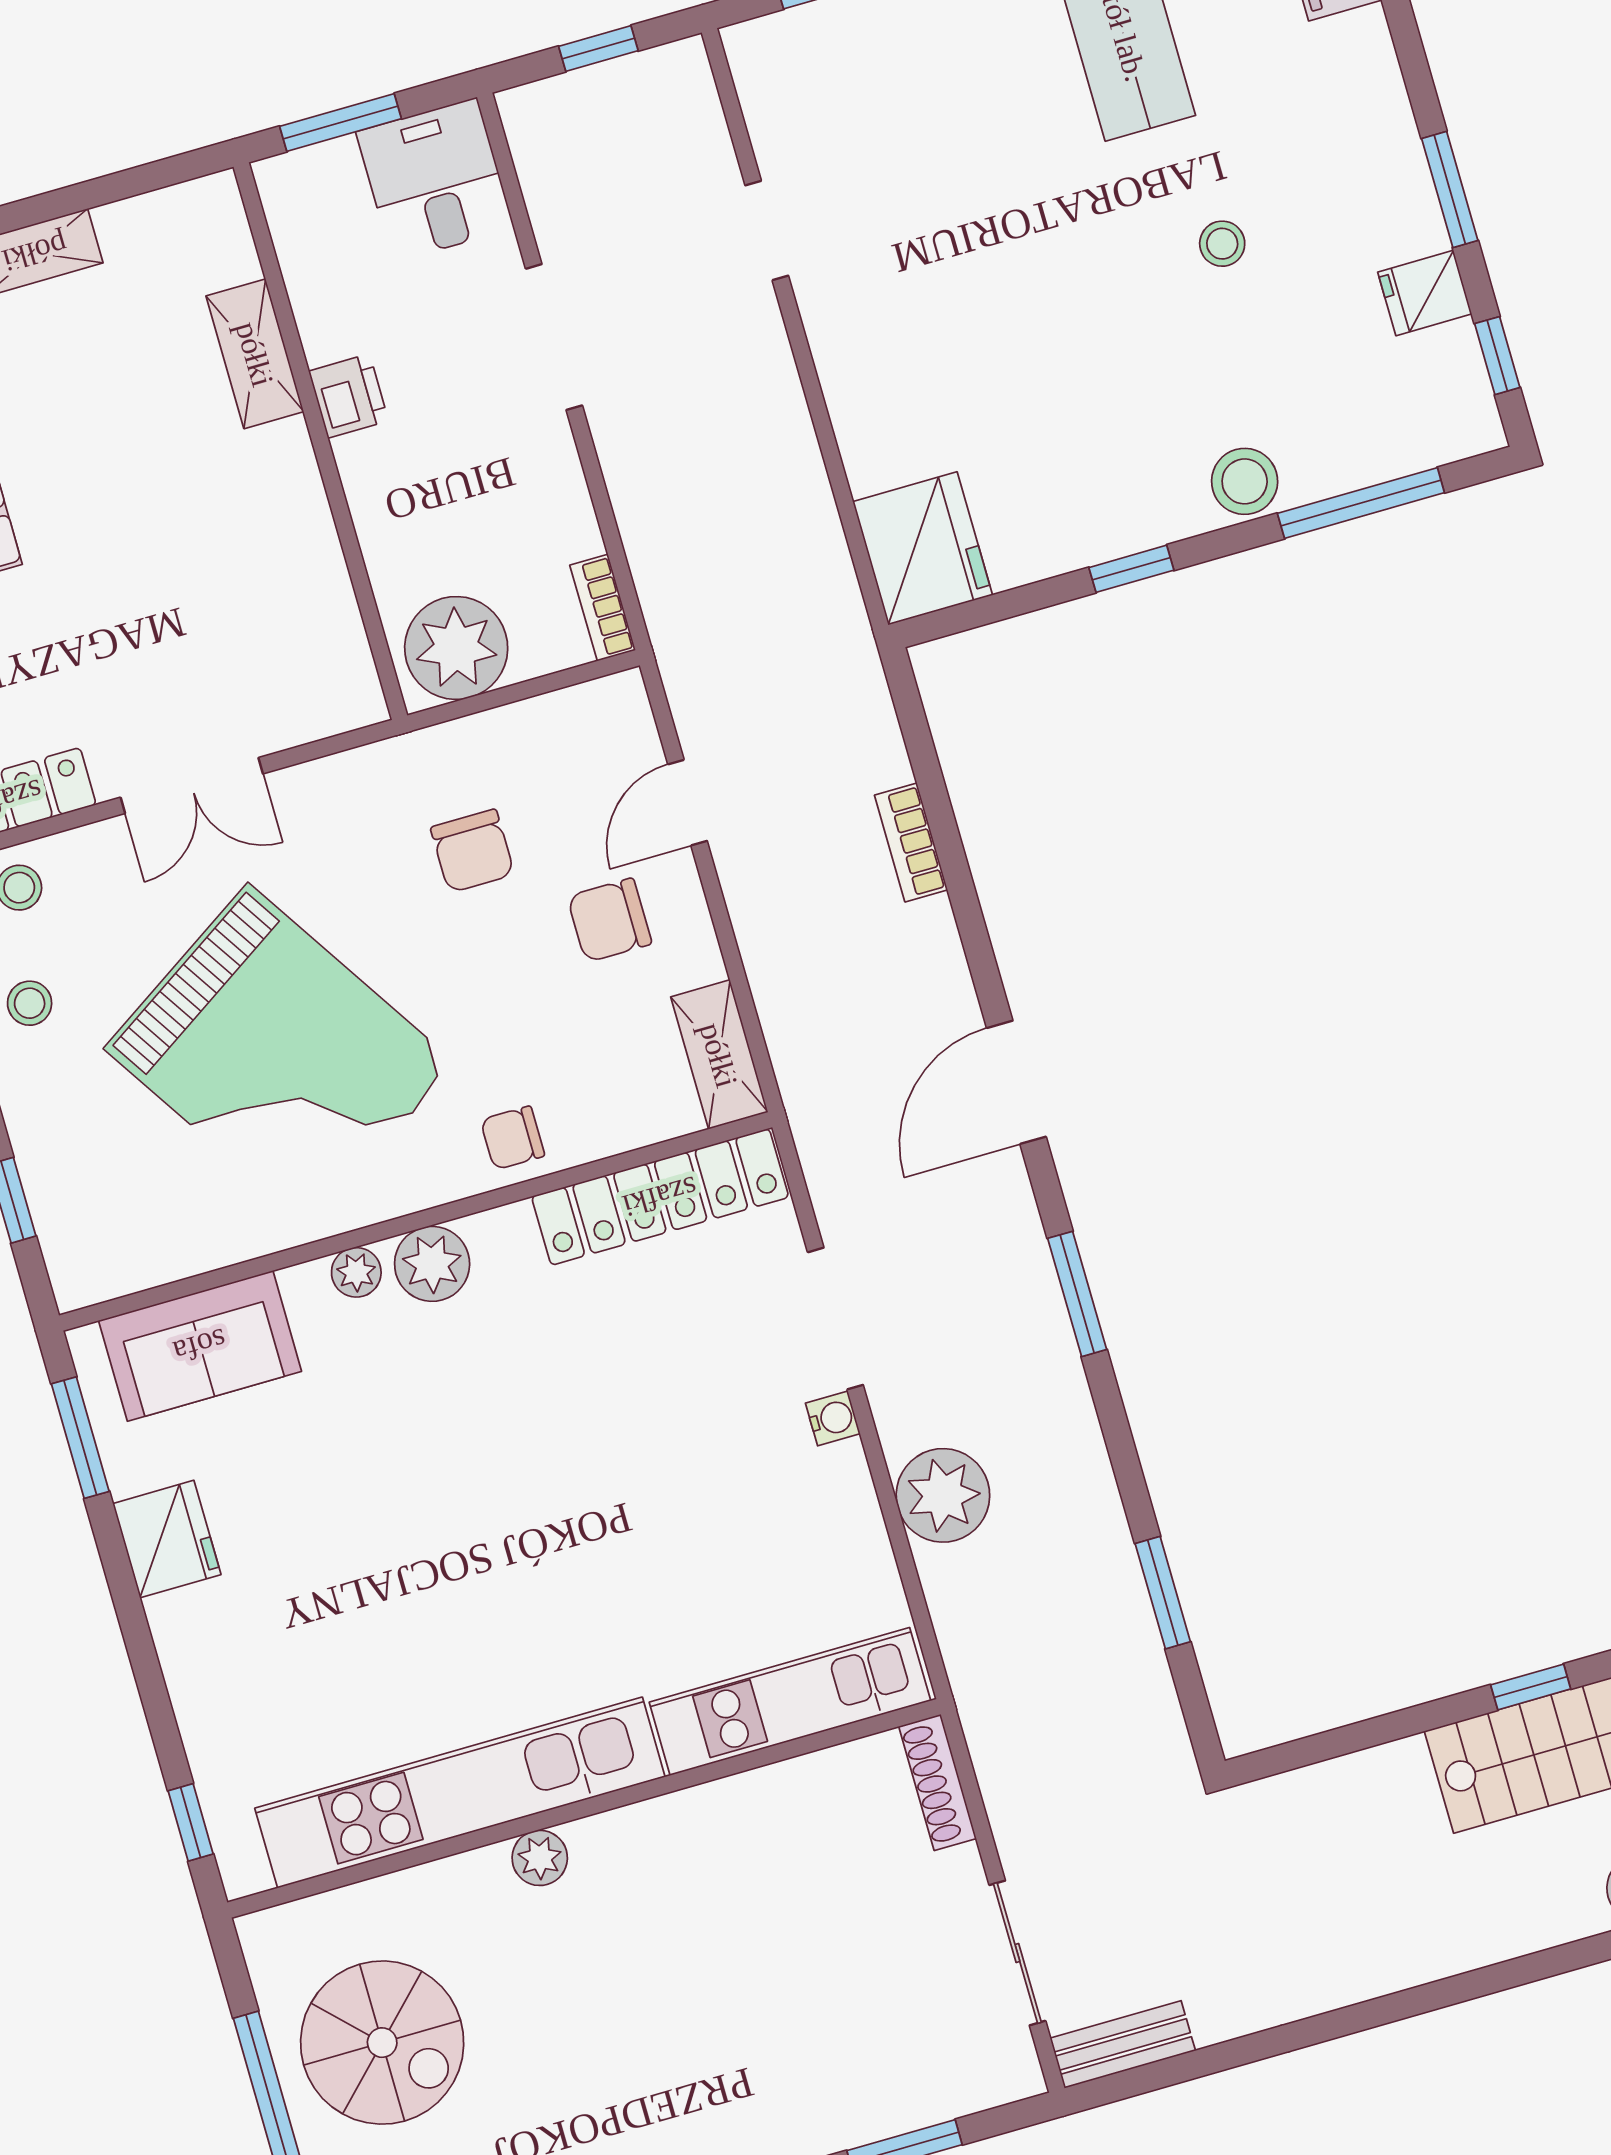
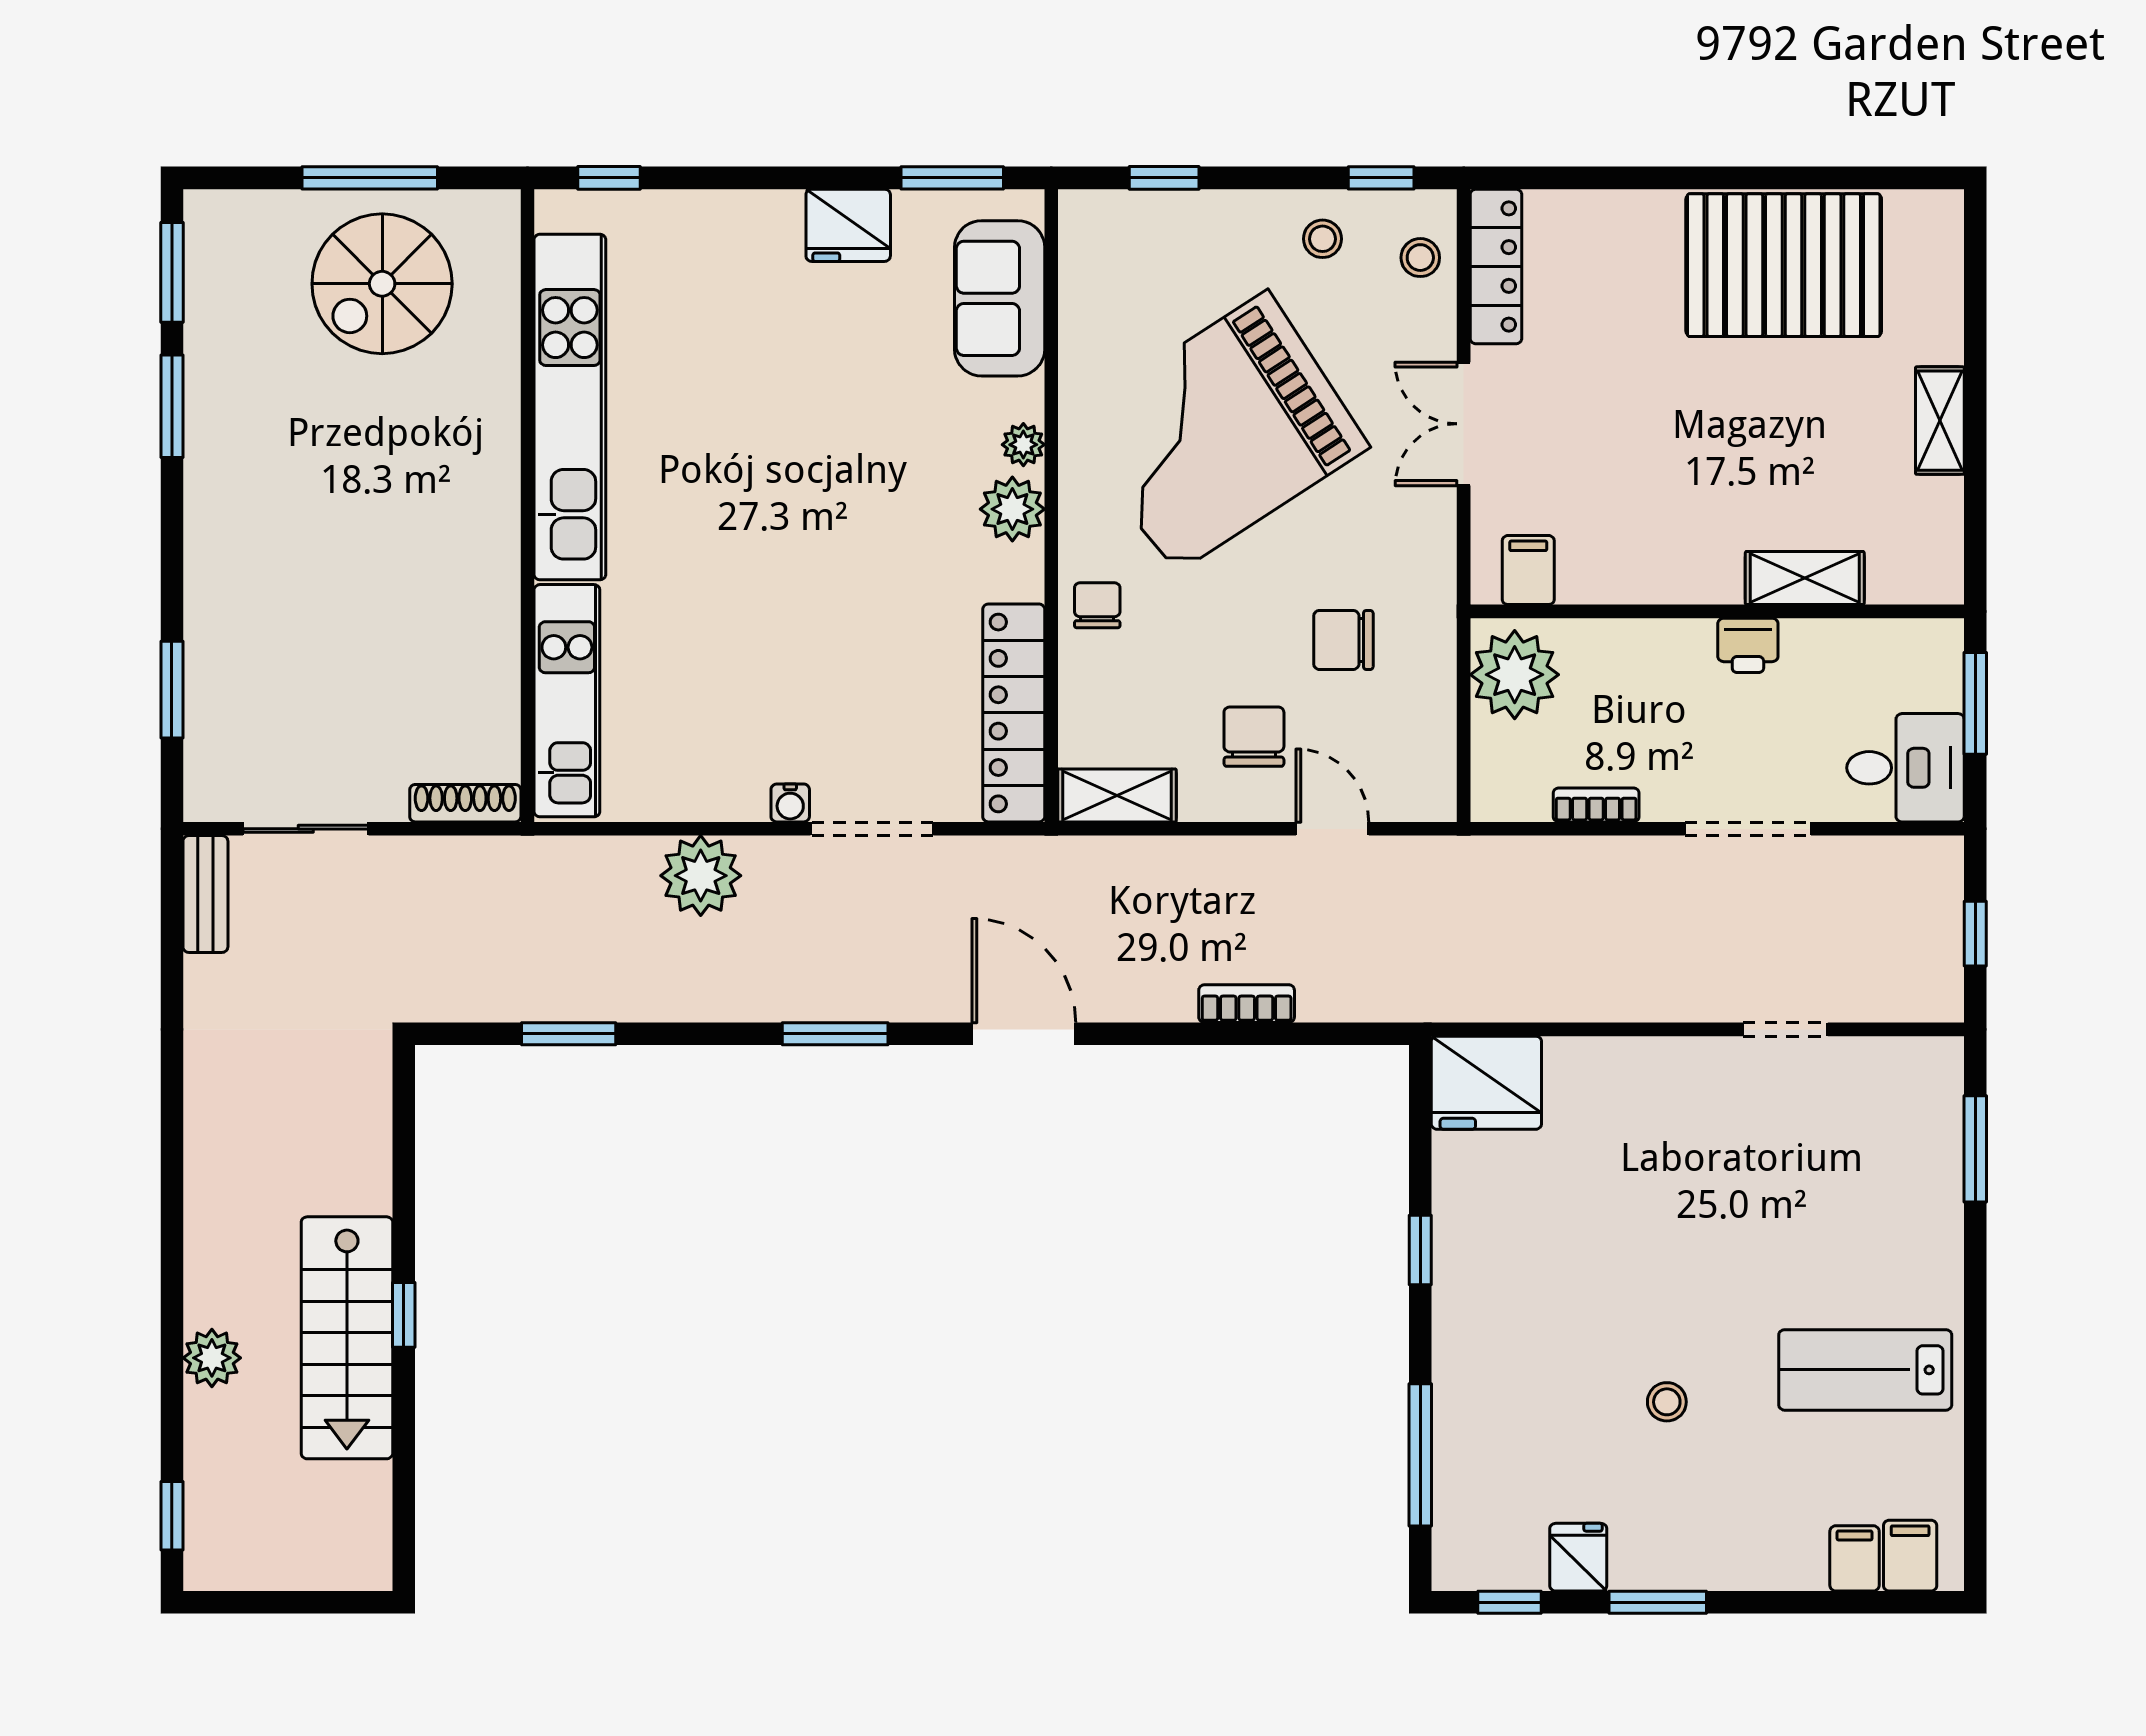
stool: (1245, 481) -> (1466, 1364), removed
bookcase: (603, 608) -> (1596, 805), moved
filing cabinet: (335, 666) -> (1528, 570), added
plant: (540, 1858) -> (497, 457), removed

